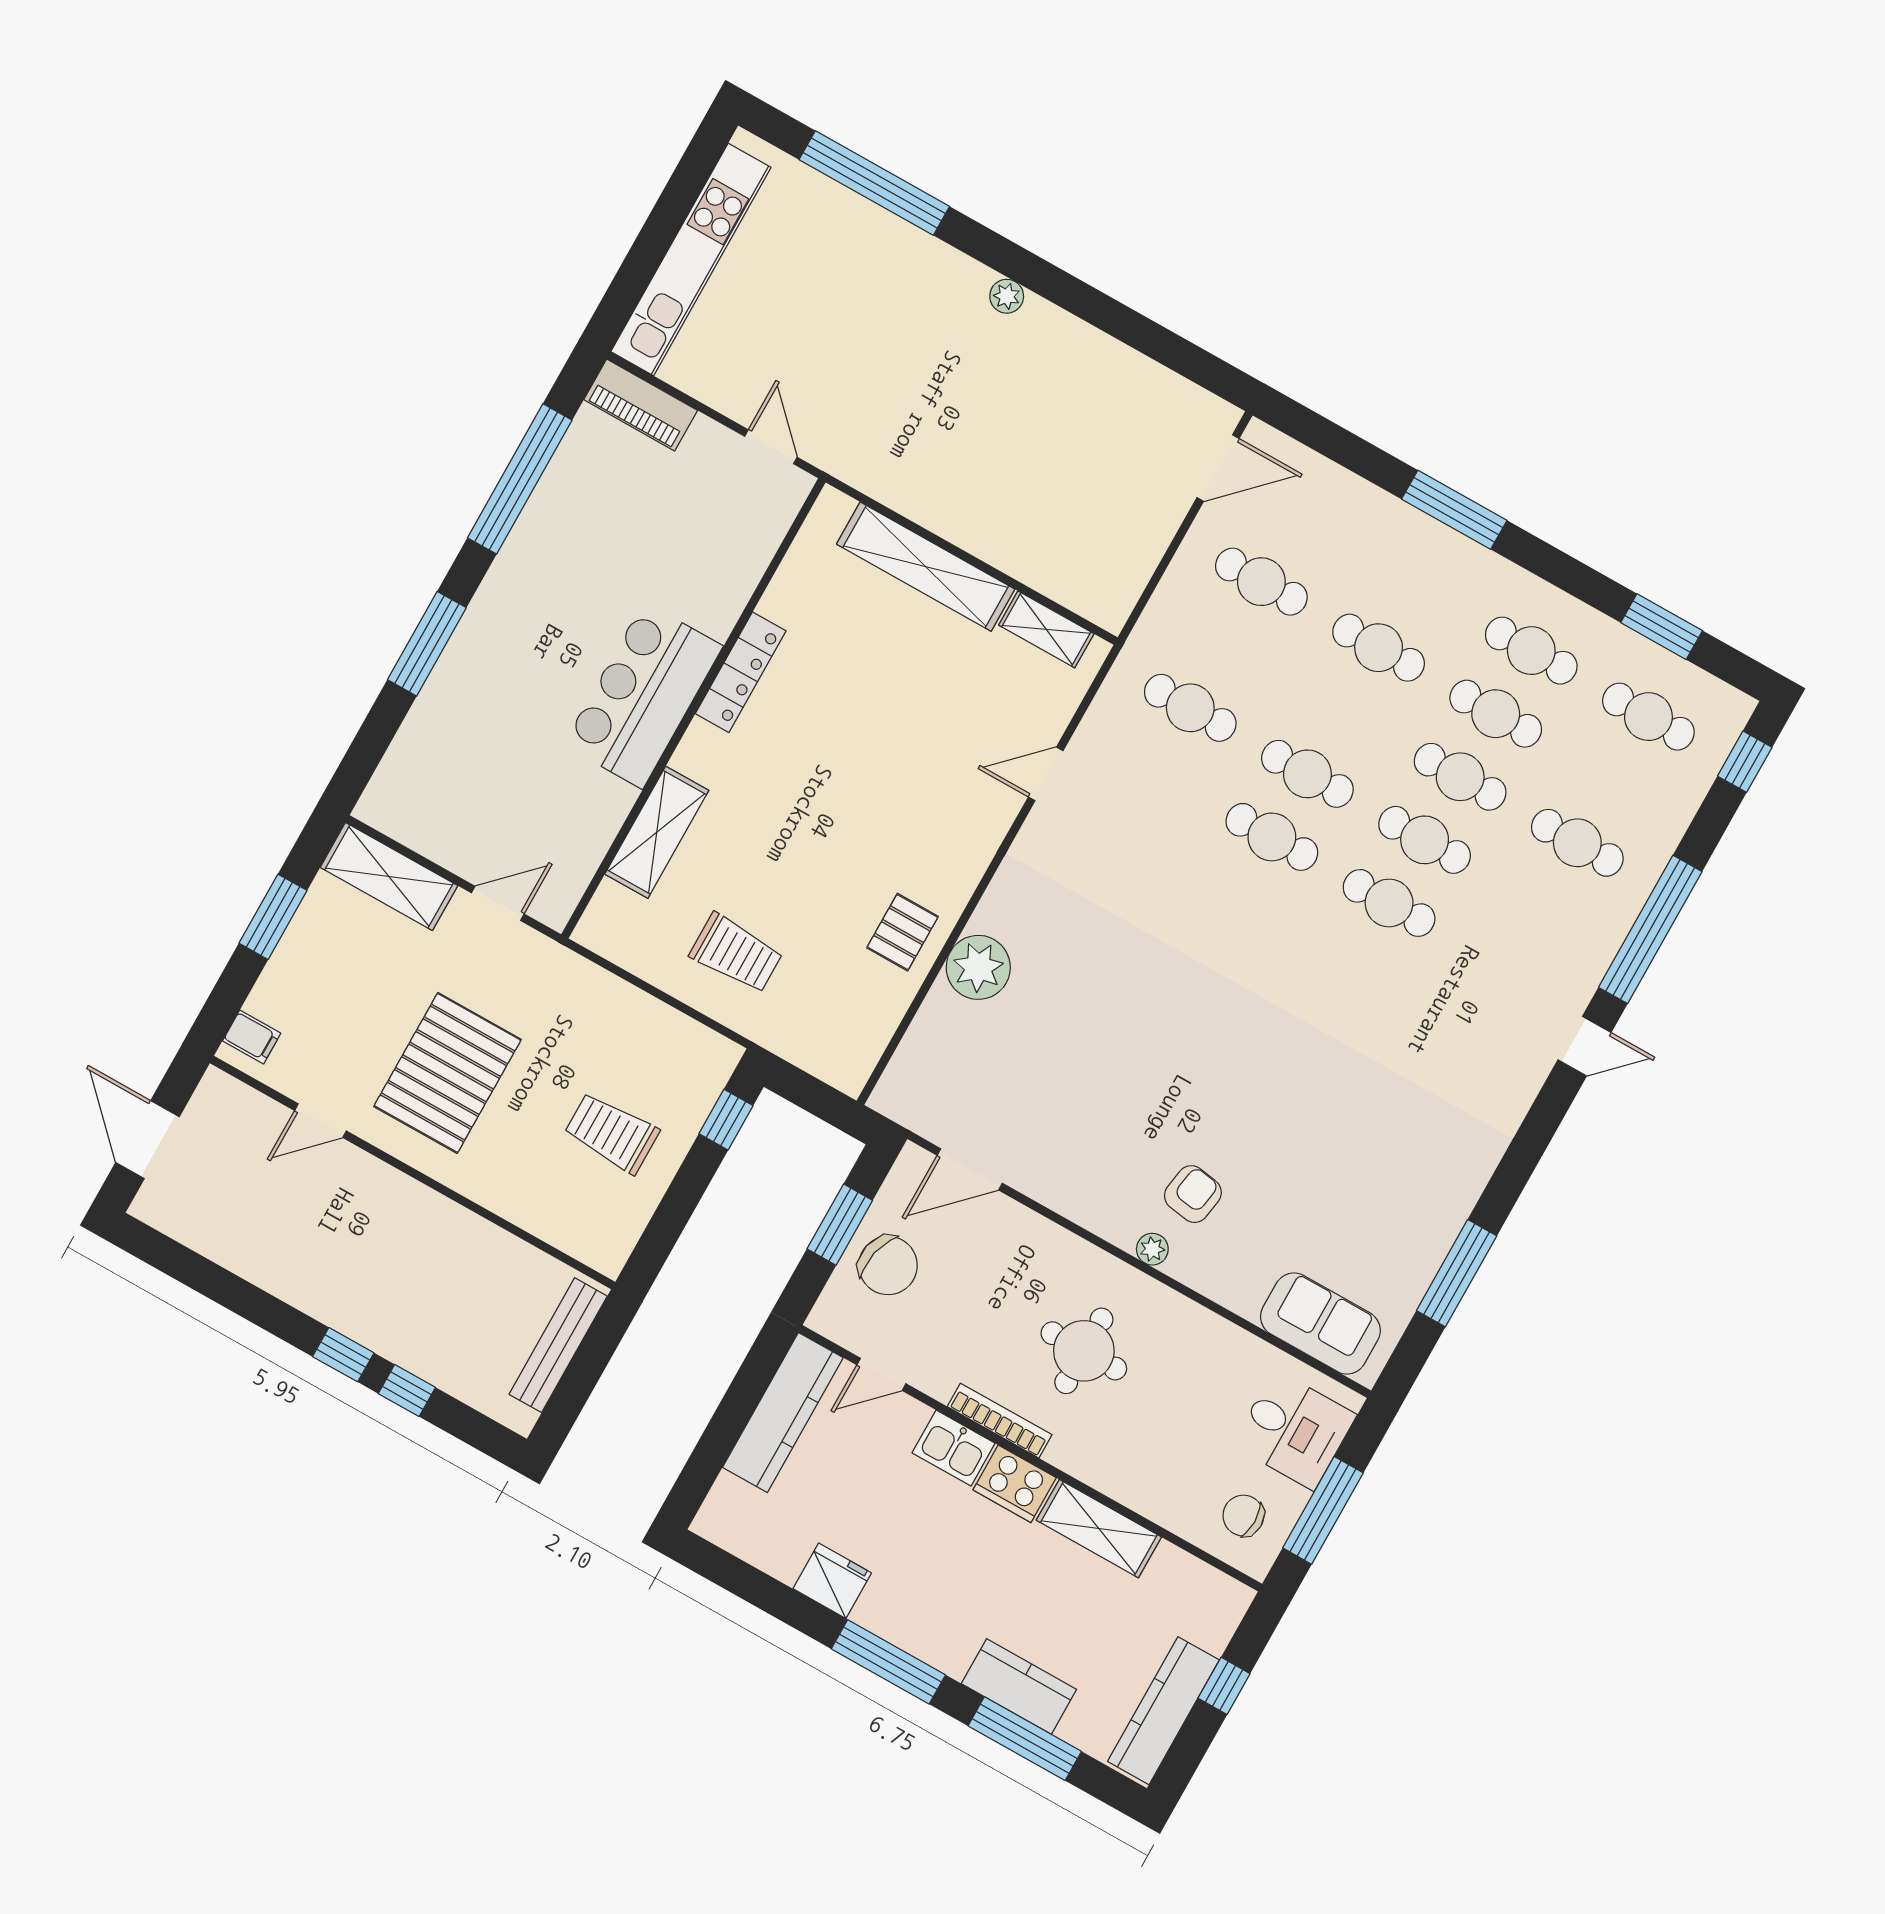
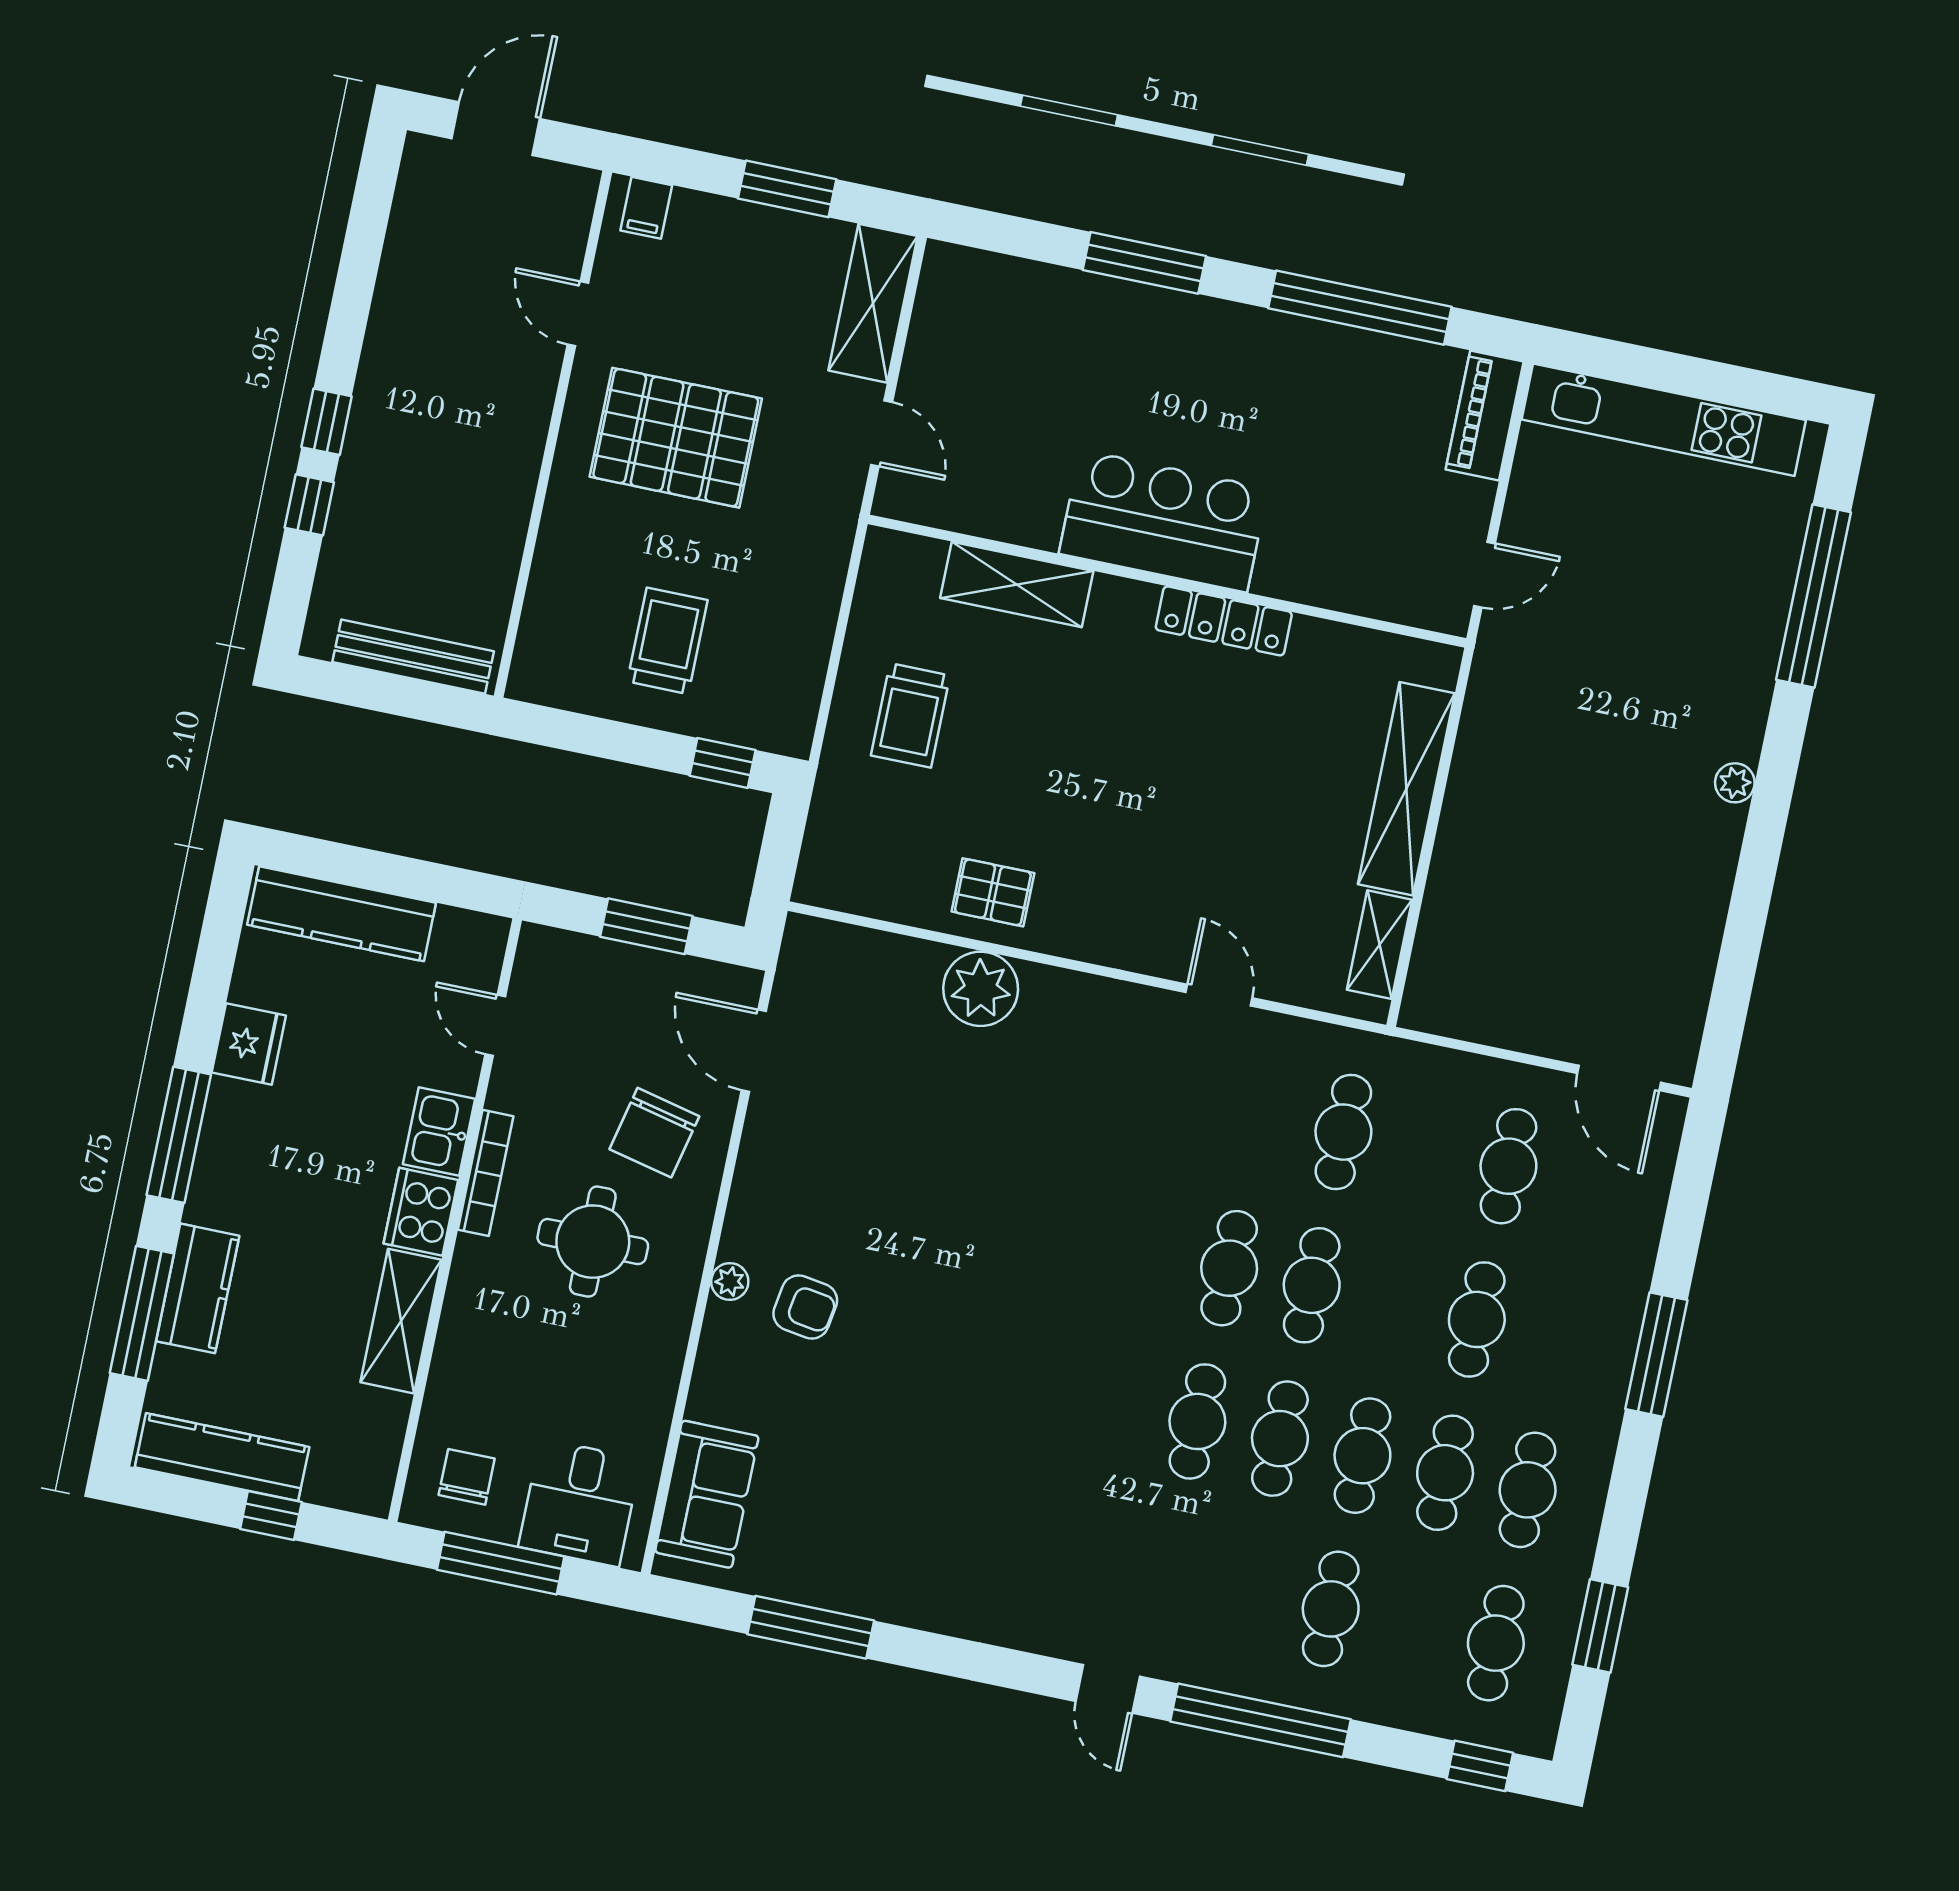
chair: (888, 1265) -> (654, 1133), moved
kitchen counter: (783, 1412) -> (342, 914), moved

